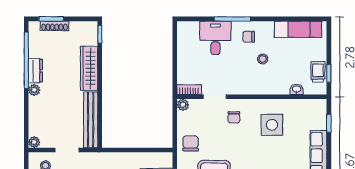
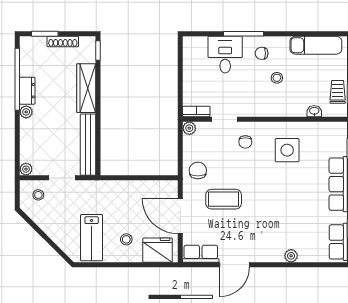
shoe rack: (55, 26) -> (63, 41), moved

